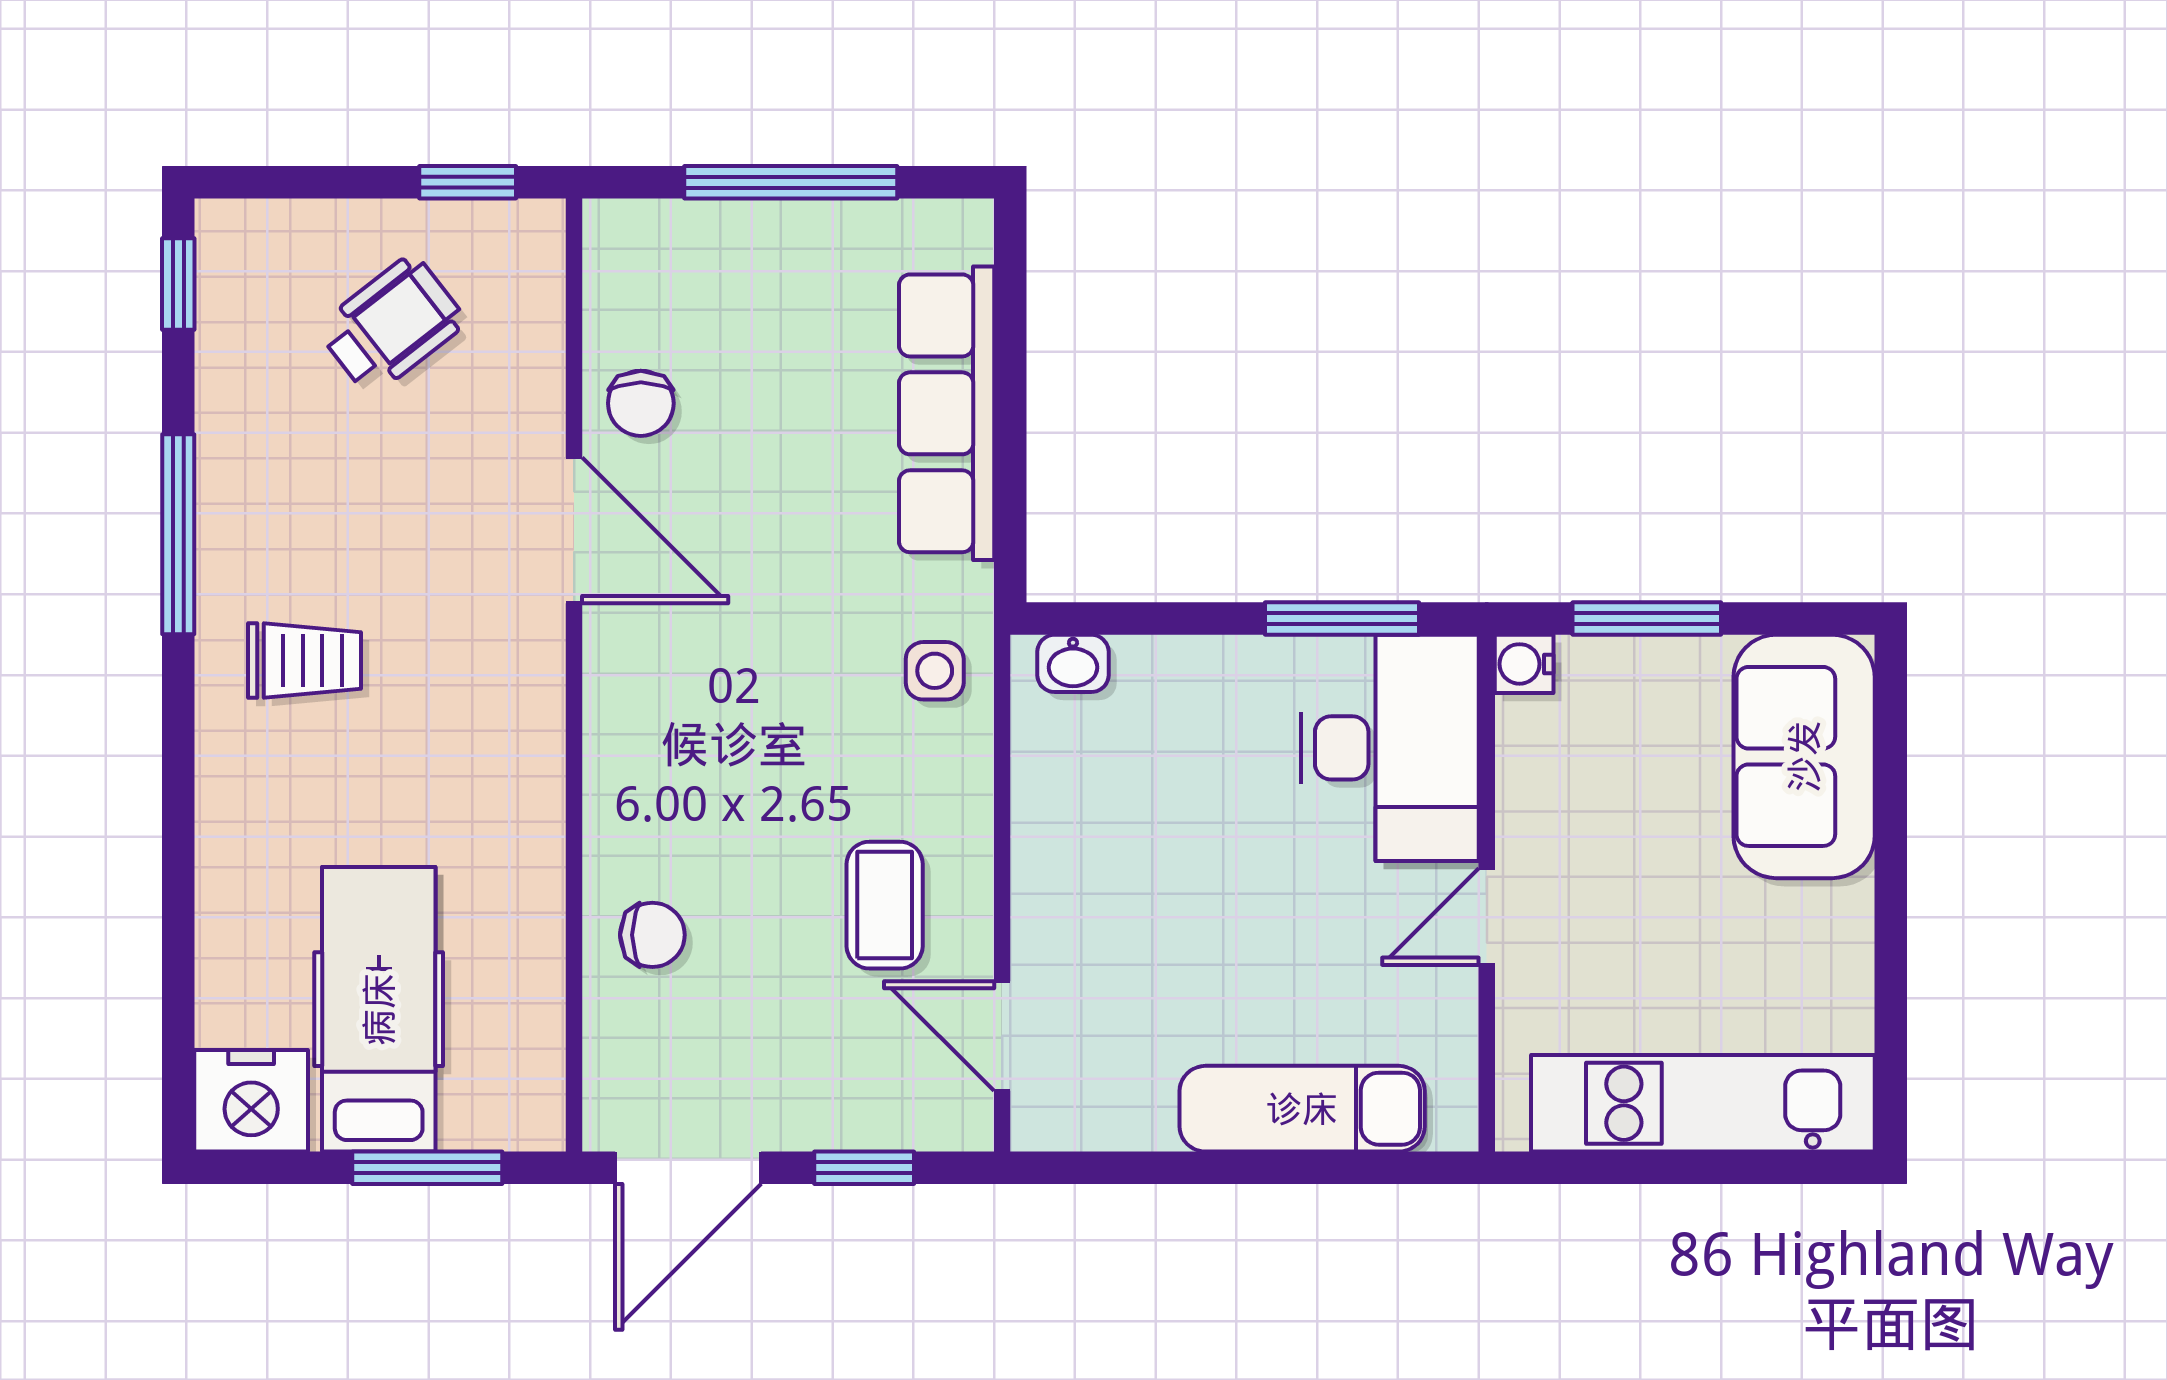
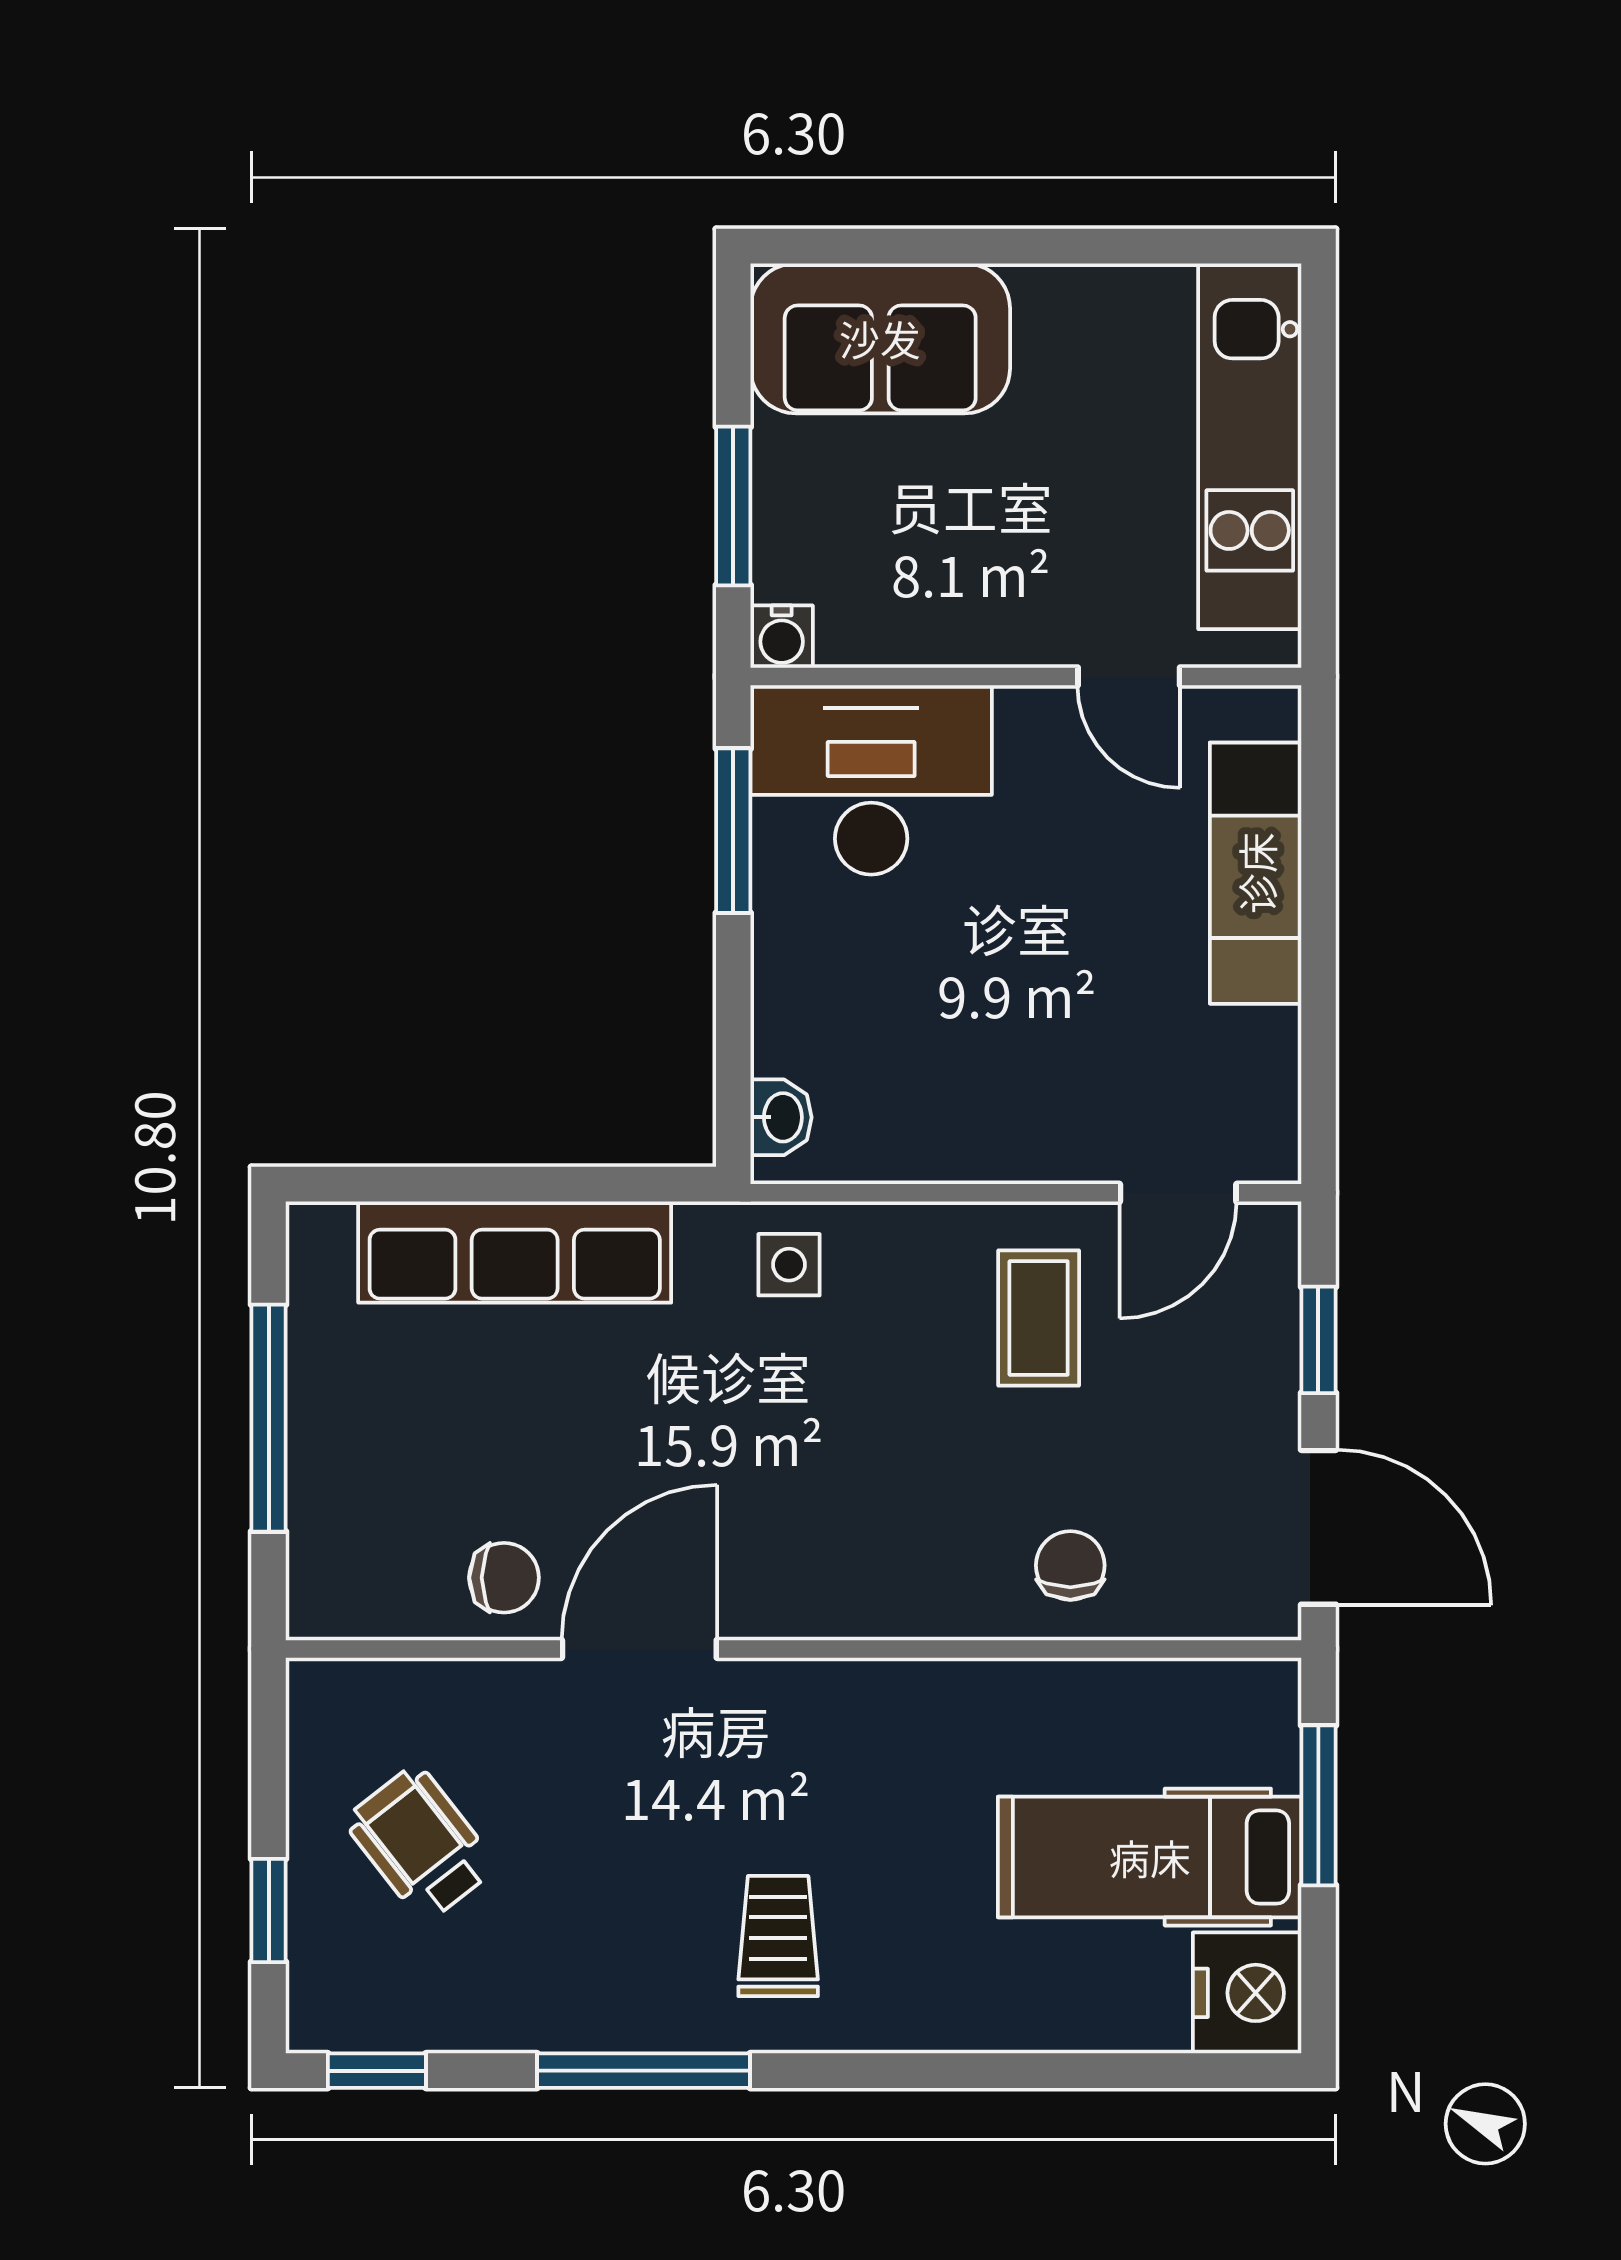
window: (468, 182) -> (269, 1910), moved
coffee table: (885, 905) -> (1039, 1318), turned 90
door: (1487, 917) -> (1129, 676), moved

